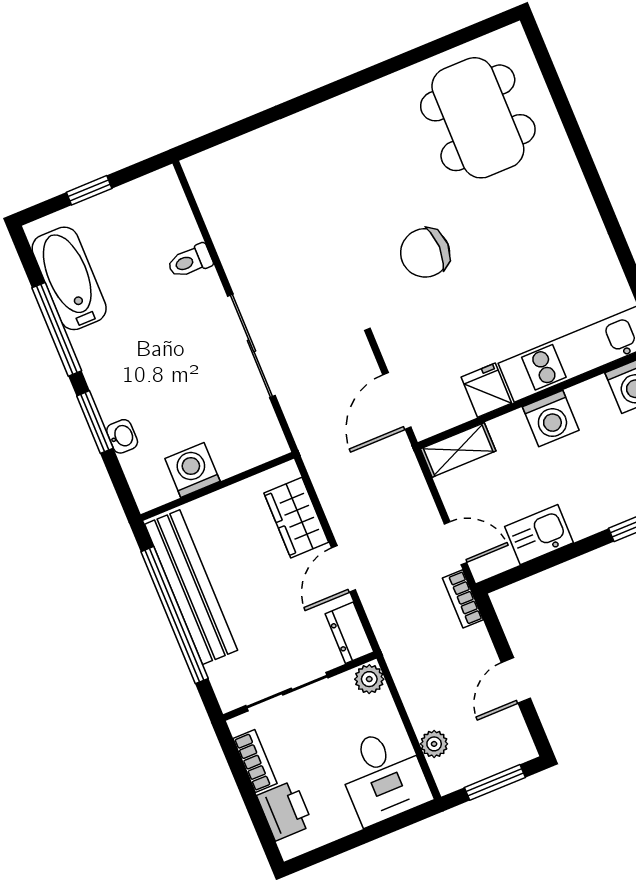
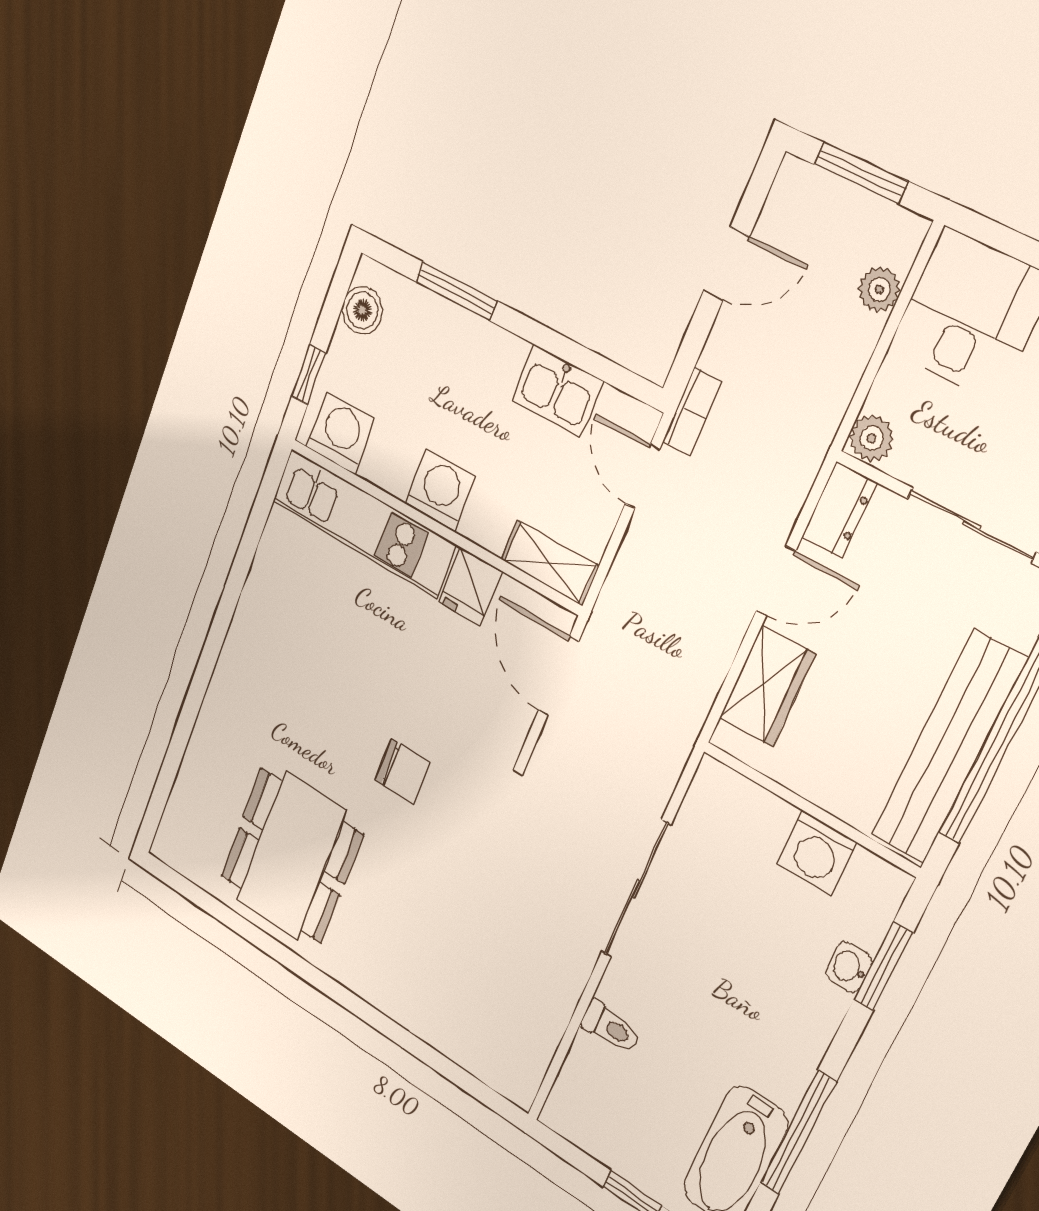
dining table: (478, 118) -> (291, 856), moved
chair: (425, 253) -> (403, 771), width x0.73, depth x0.73
door: (397, 401) -> (558, 676), swing flipped
window: (95, 422) -> (883, 967), moved

